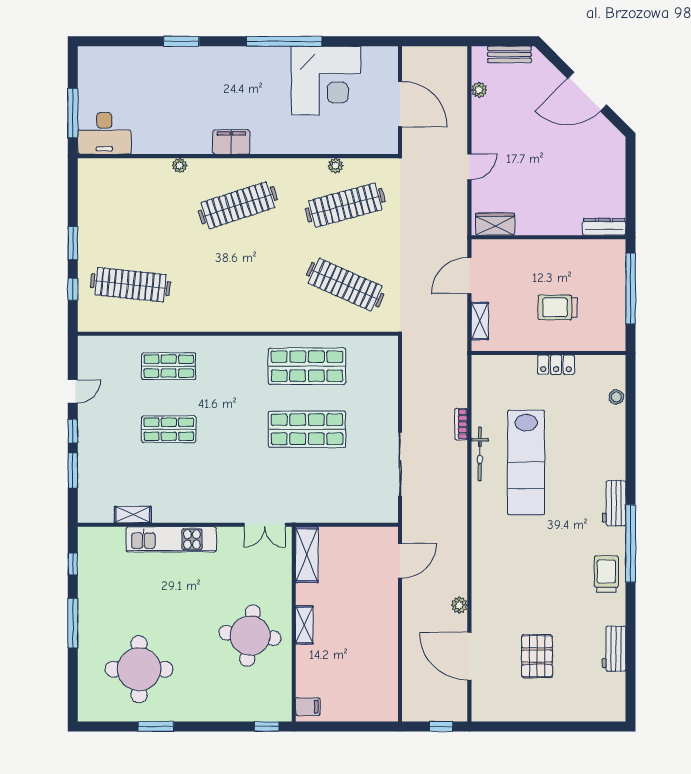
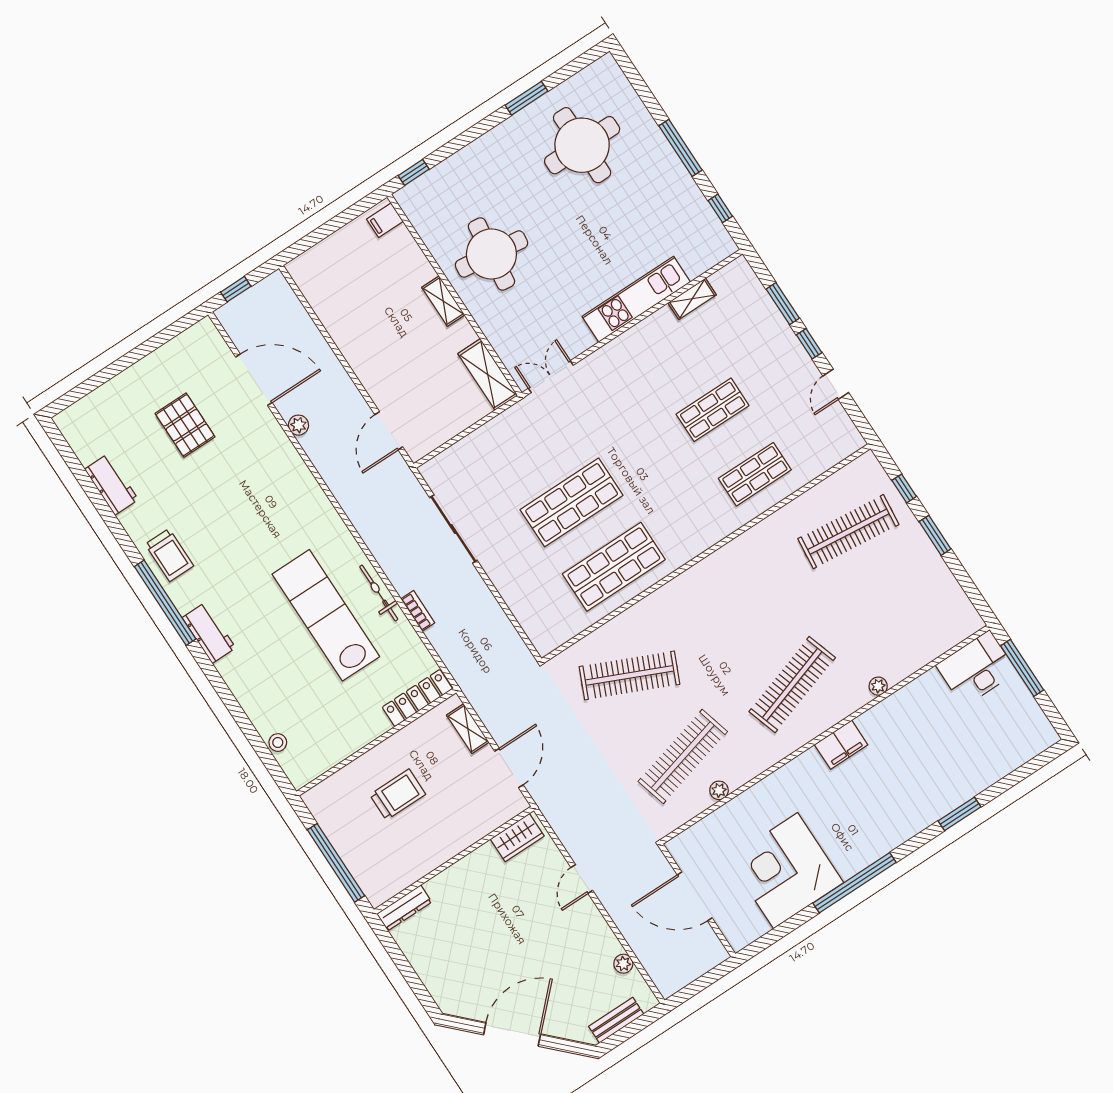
locker: (556, 365) -> (417, 698), moved, width x1.53

